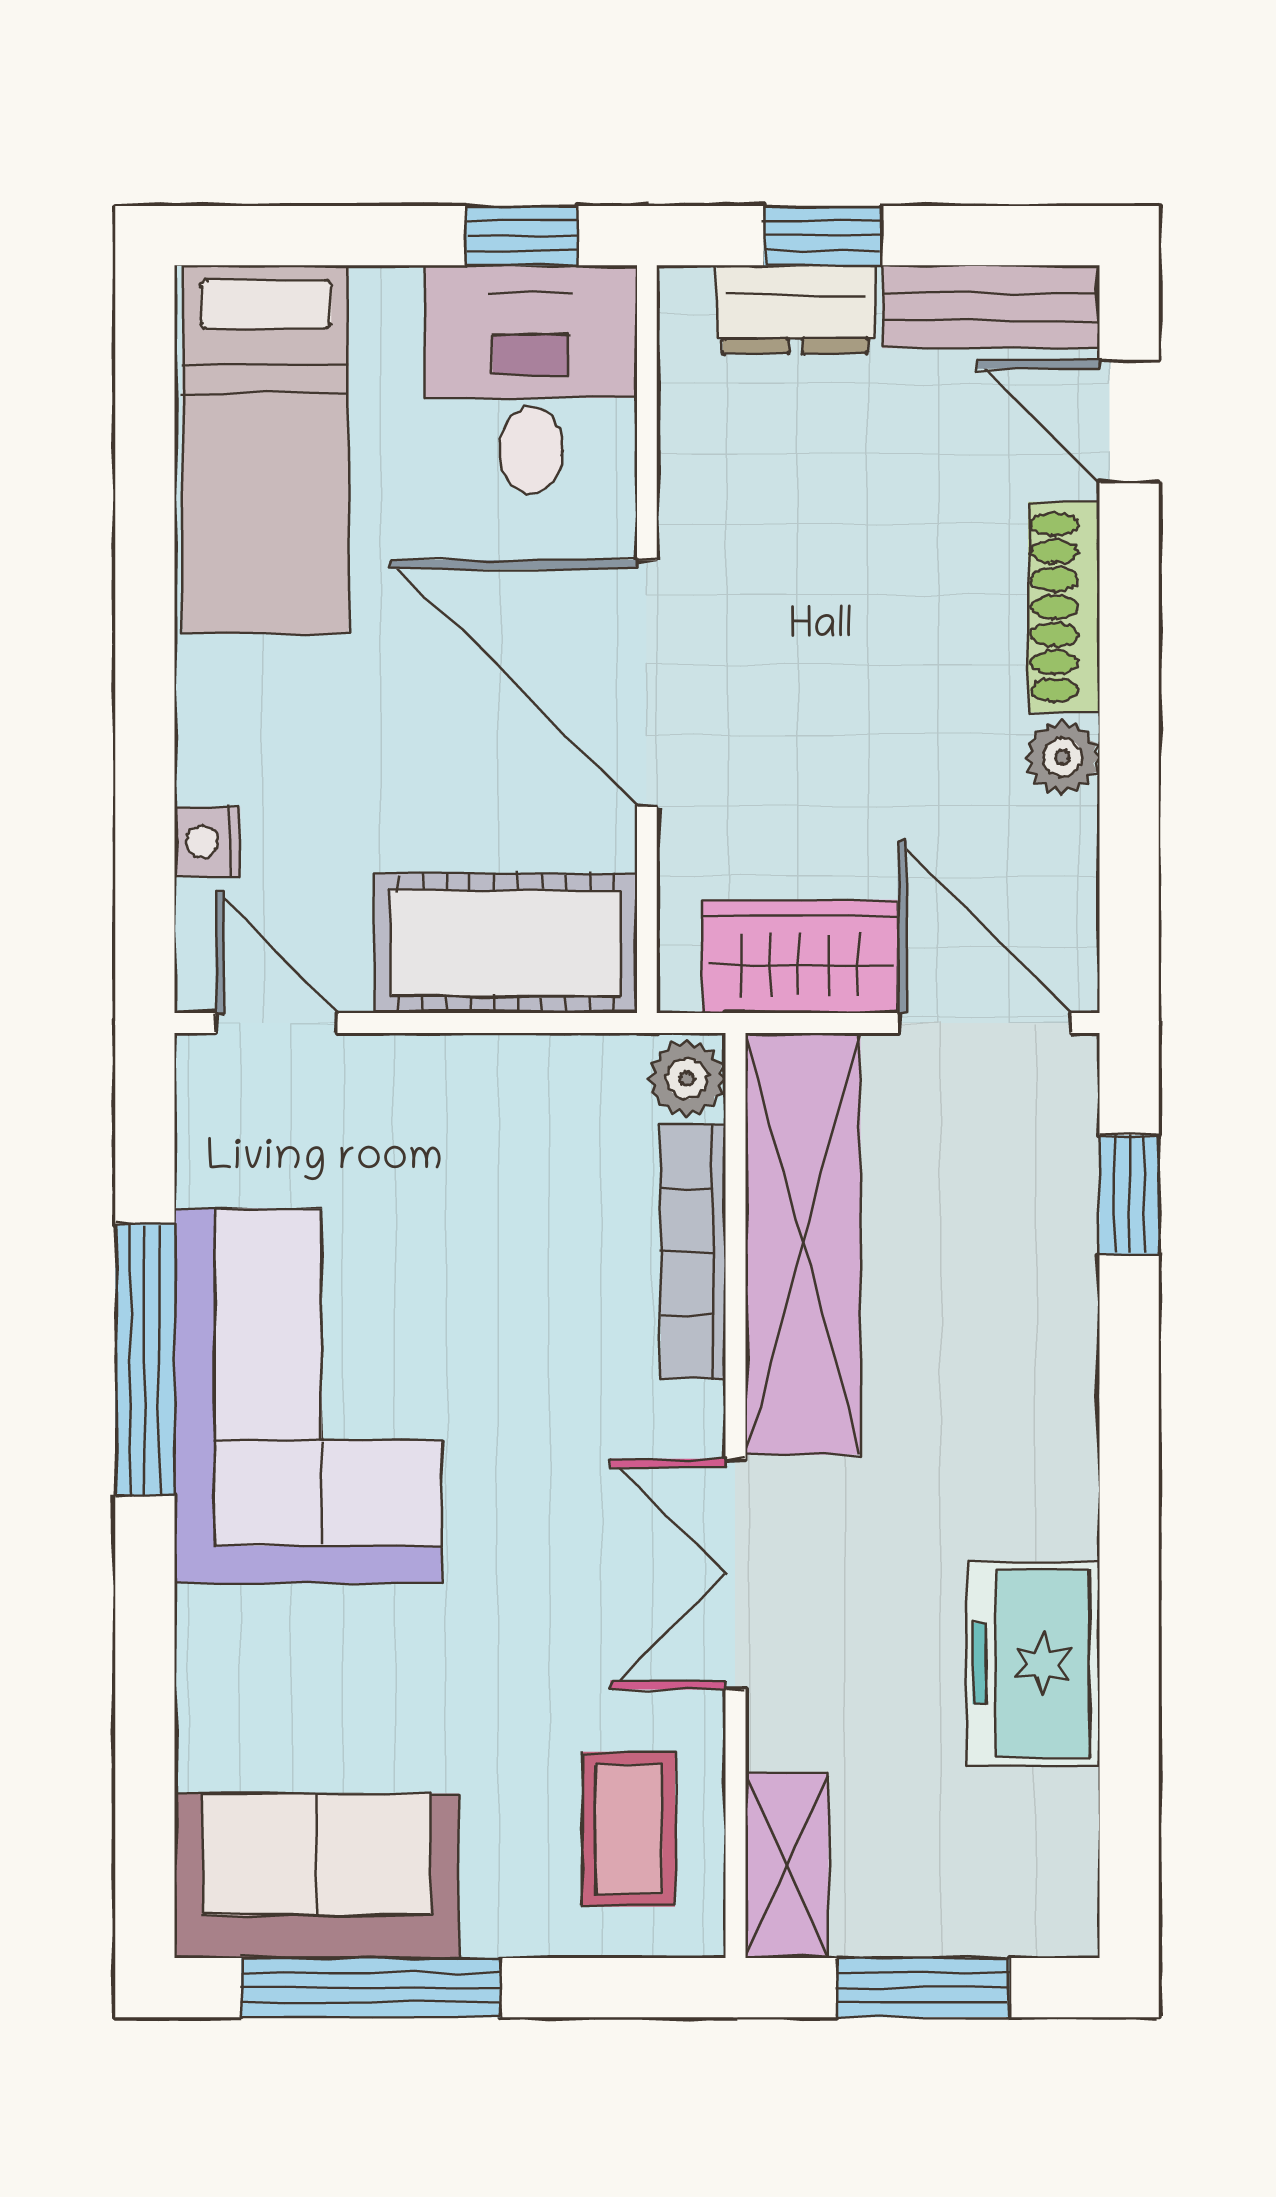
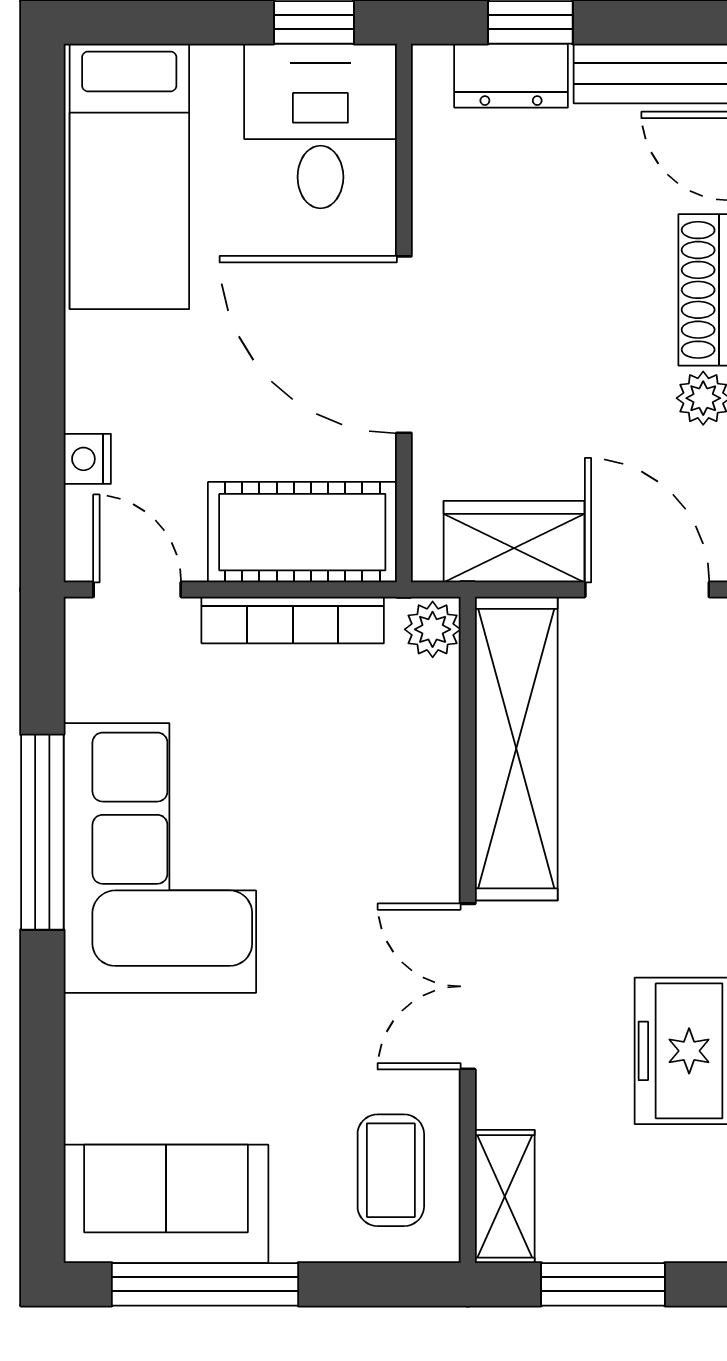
bookcase: (693, 1252) -> (293, 620), moved, turned -90

